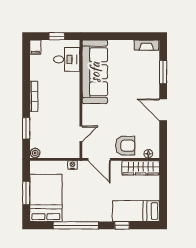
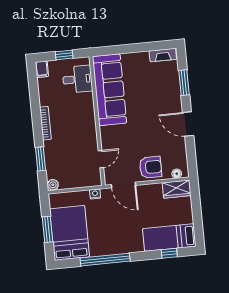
wardrobe: (141, 168) -> (177, 189), width x0.67
window: (122, 225) -> (169, 253), moved

